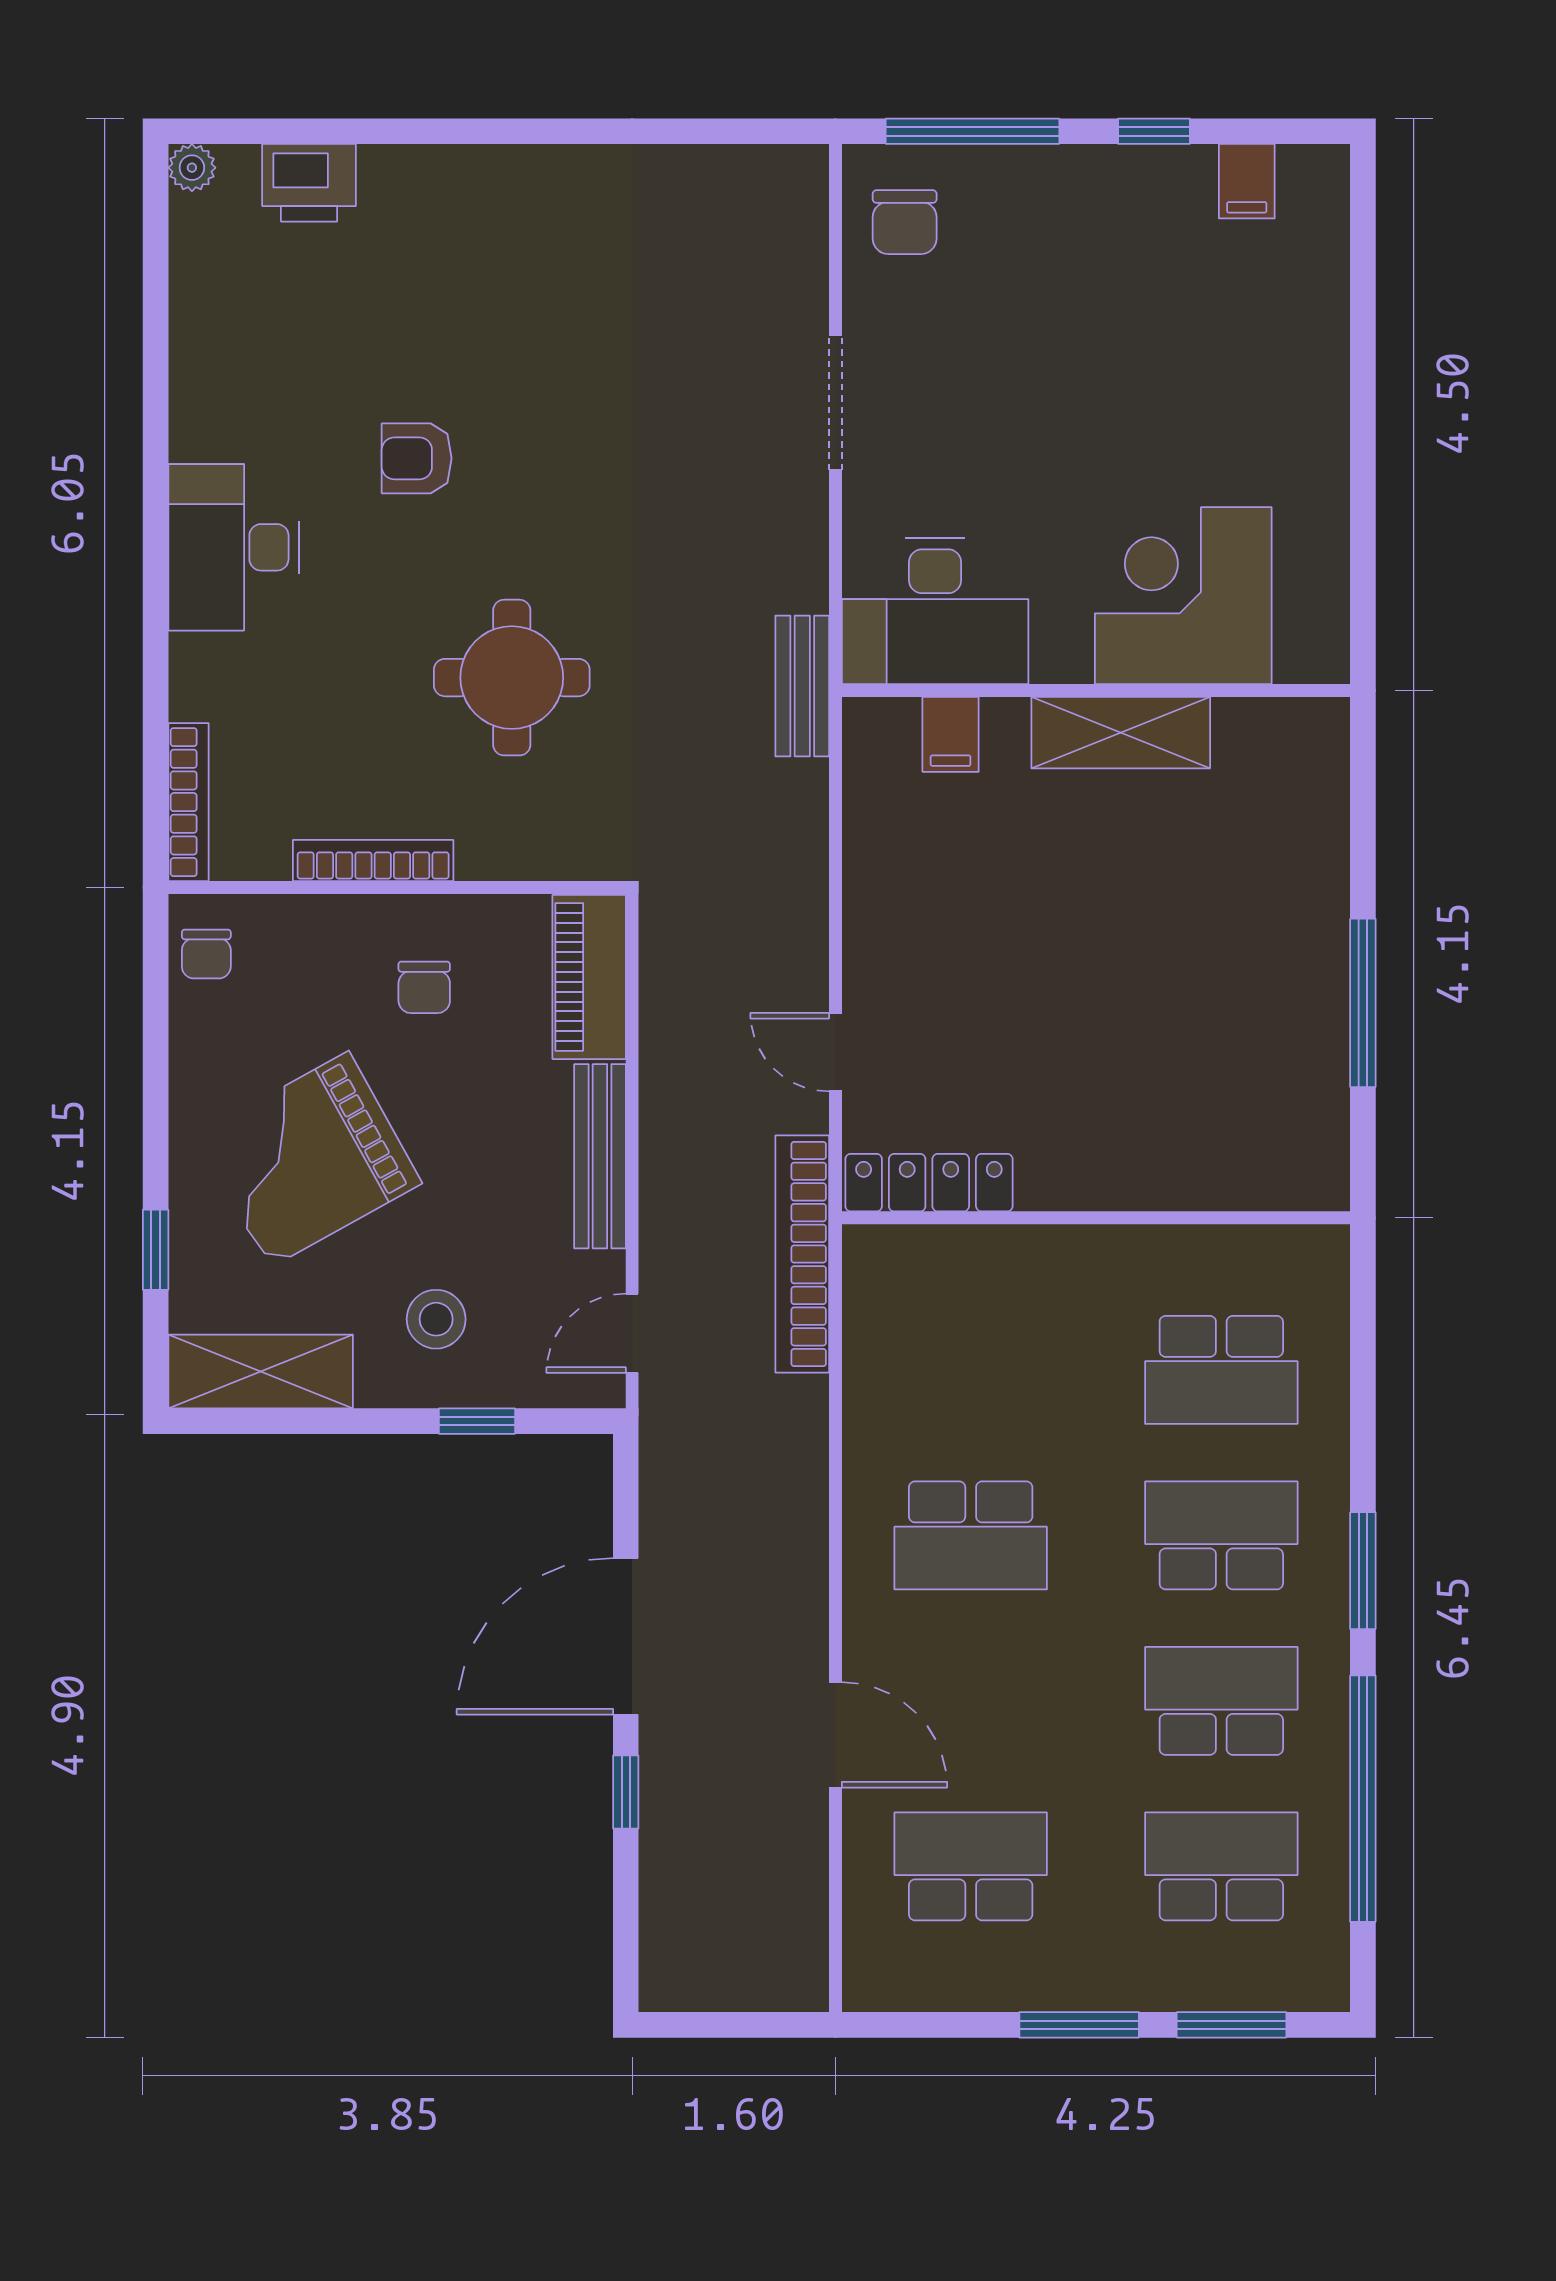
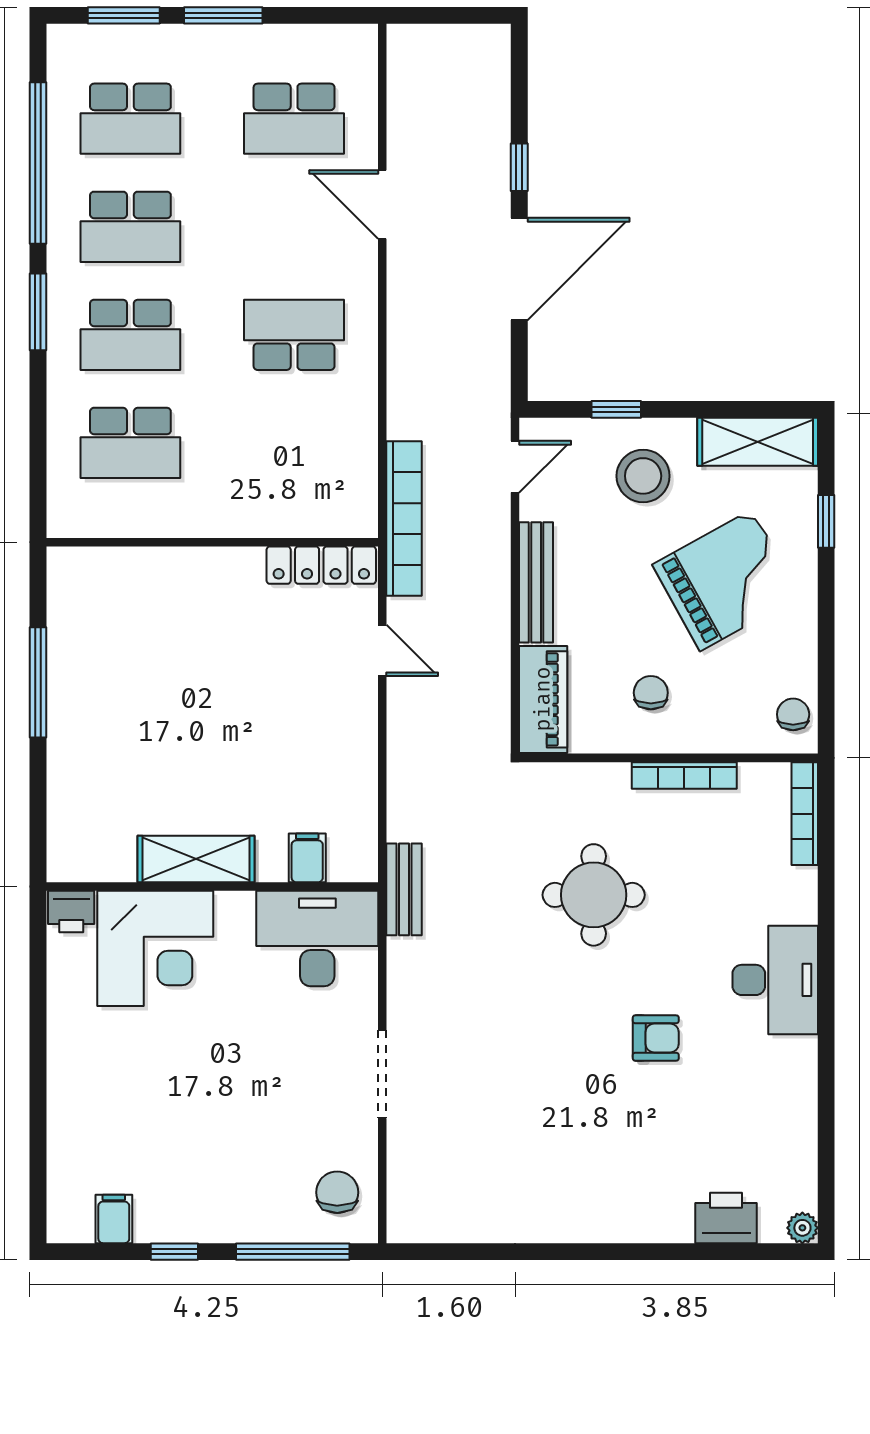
printer: (1312, 652) -> (71, 912), added
stool: (436, 1319) -> (643, 476), width x1.38, depth x1.38
school desk: (1221, 1370) -> (130, 443), turned 180

